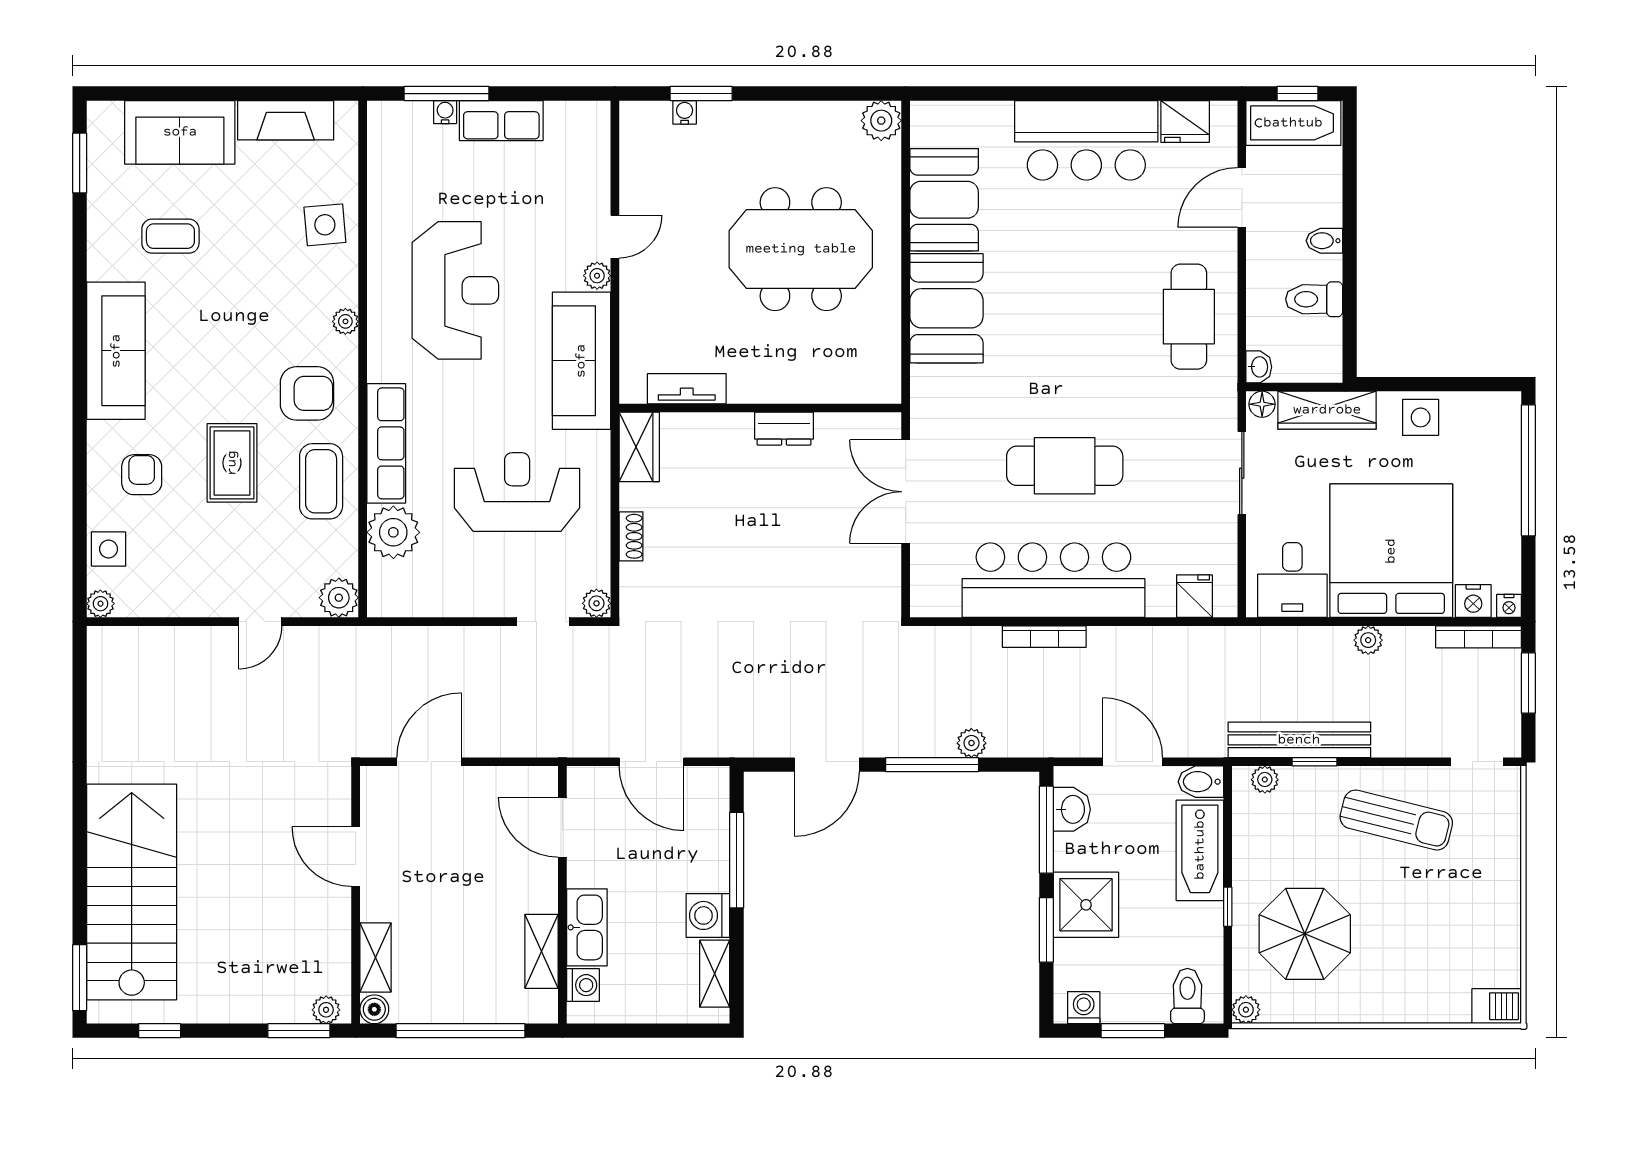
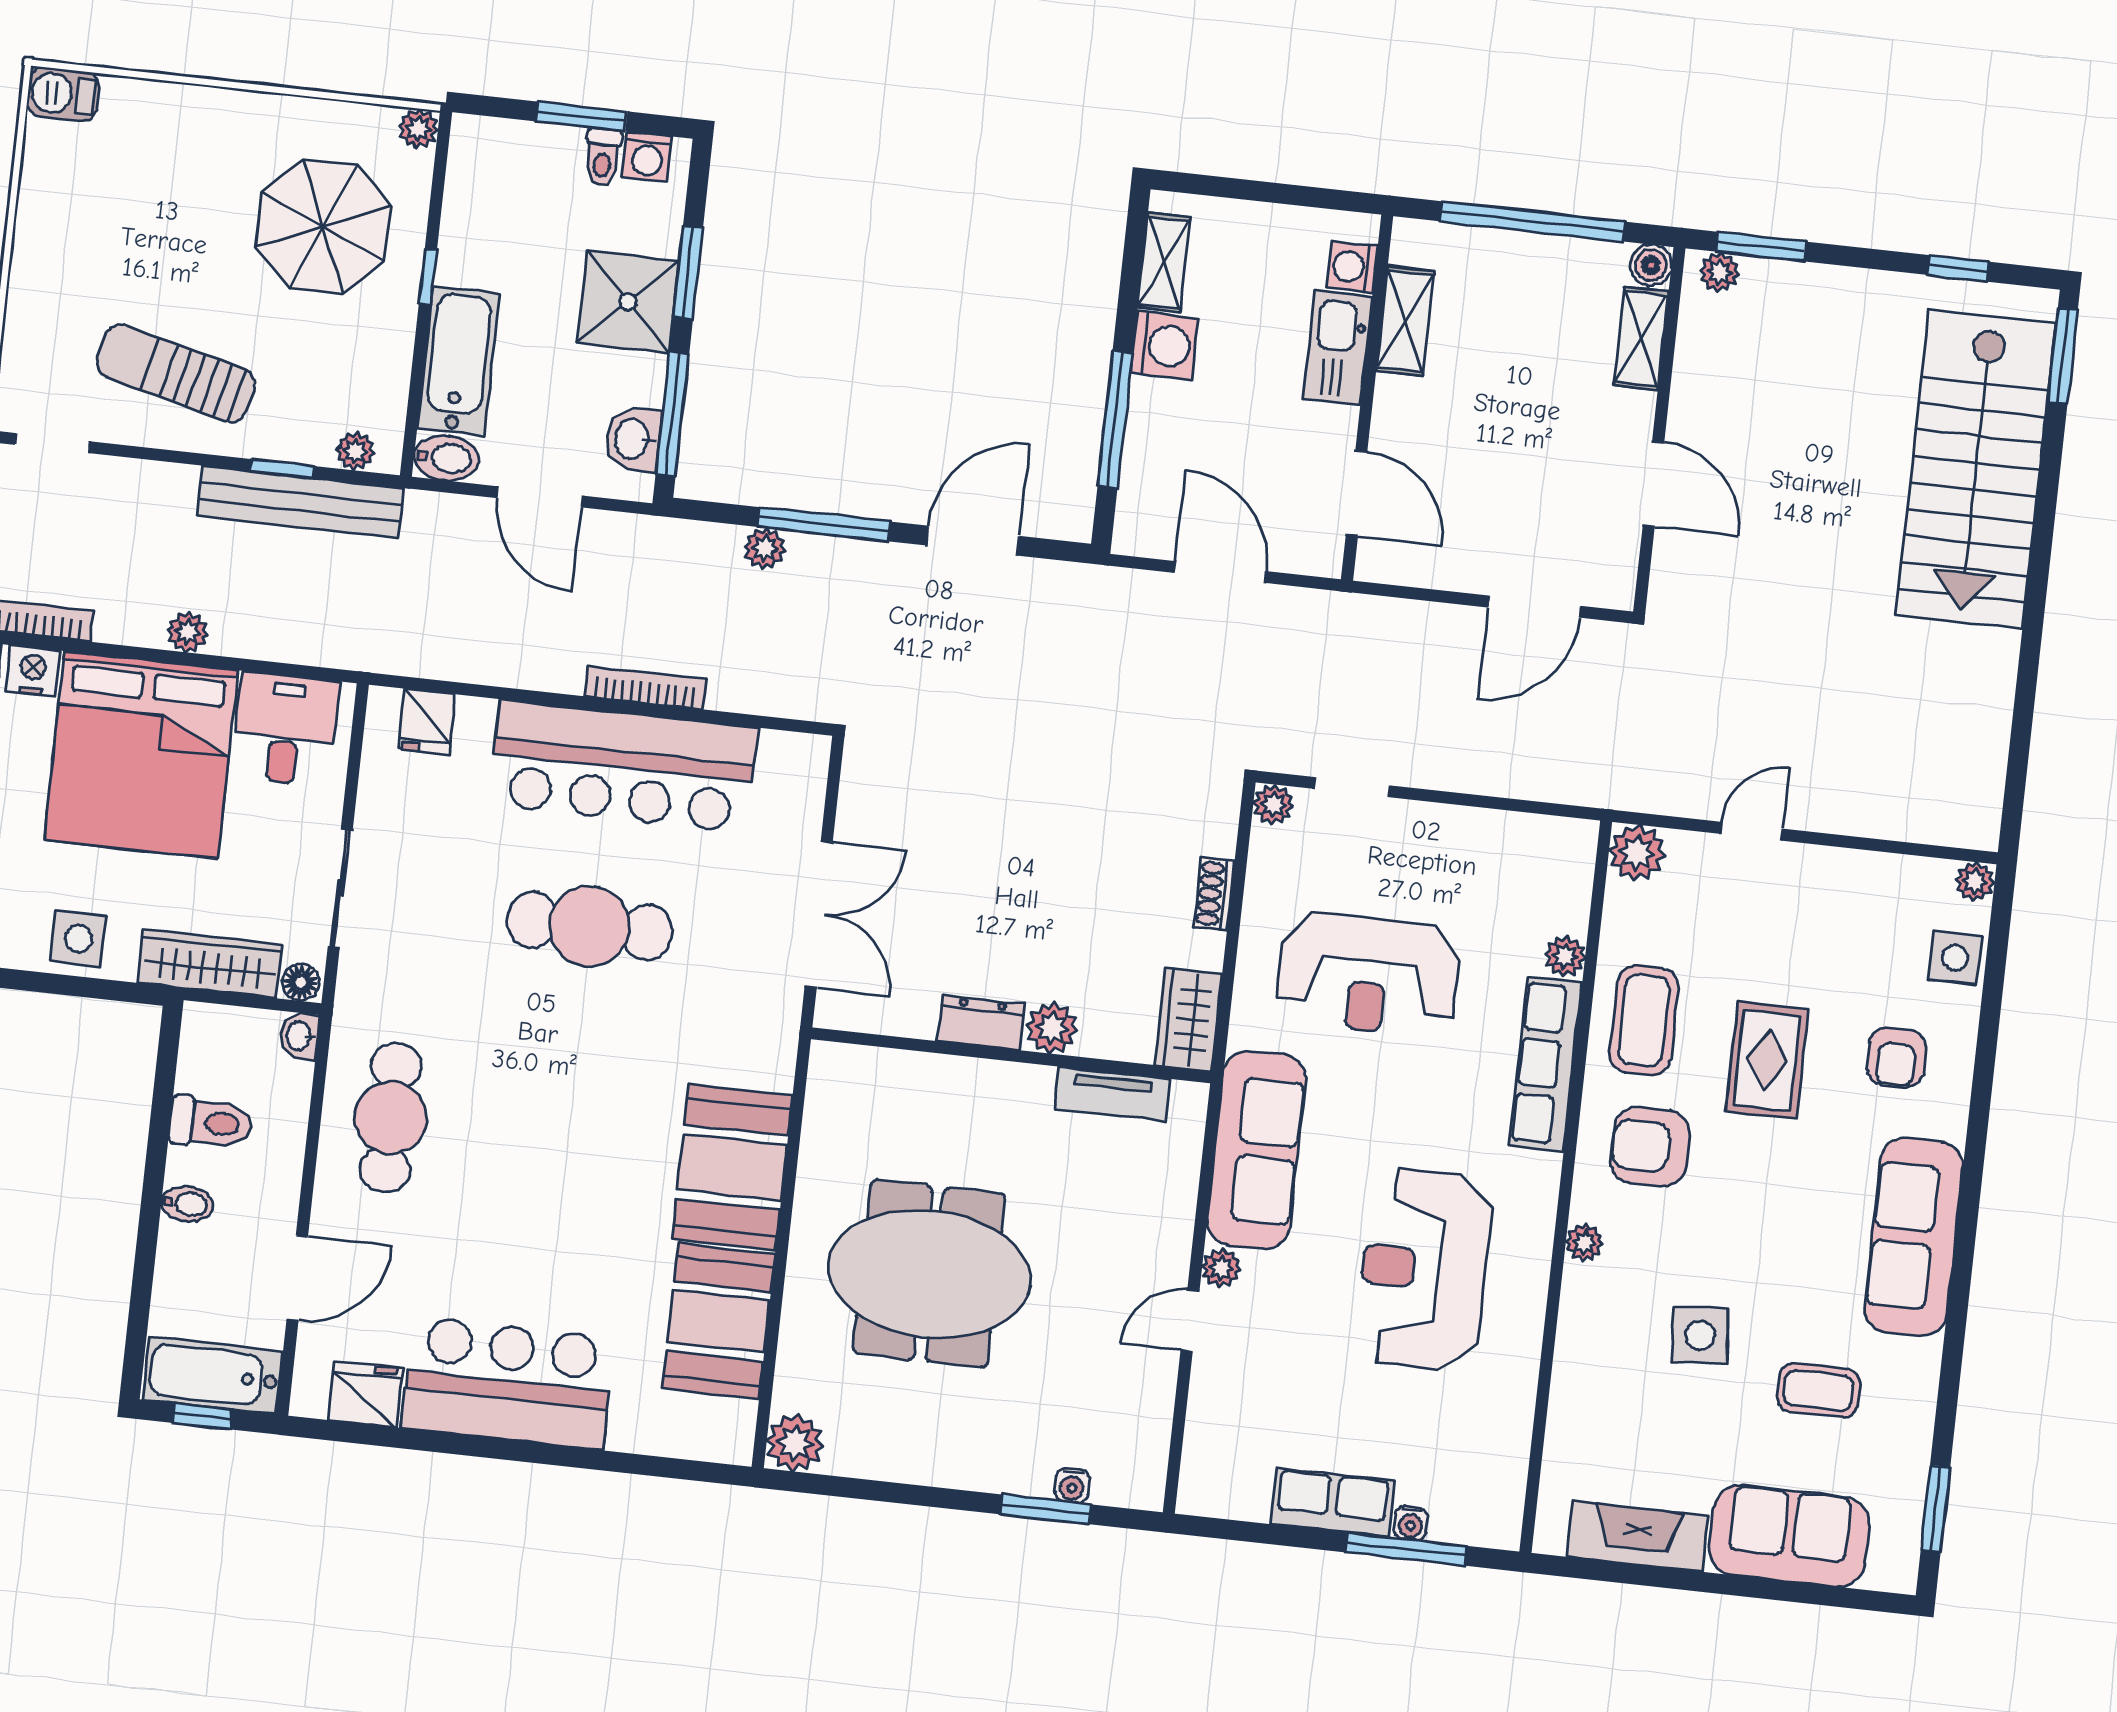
side table: (325, 225) -> (1700, 1335), moved
plant: (734, 430) -> (1052, 1028), added
plant: (393, 532) -> (1565, 956), width x0.53, depth x0.53
toilet: (1187, 996) -> (603, 157), moved, width x0.73, depth x0.72

